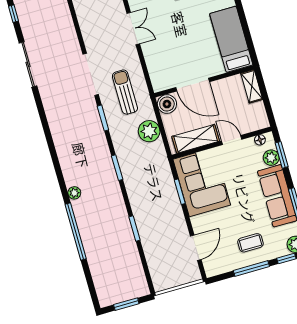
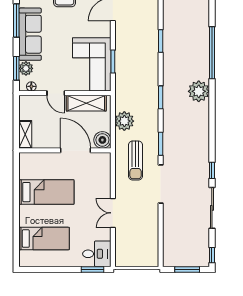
bed: (231, 39) -> (46, 192), moved, turned -90
window: (40, 105) -> (212, 170), added
plant: (74, 193) -> (199, 91), width x1.88, depth x1.88

